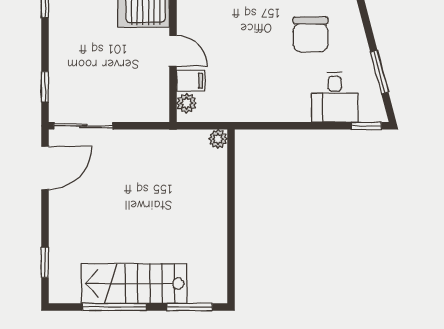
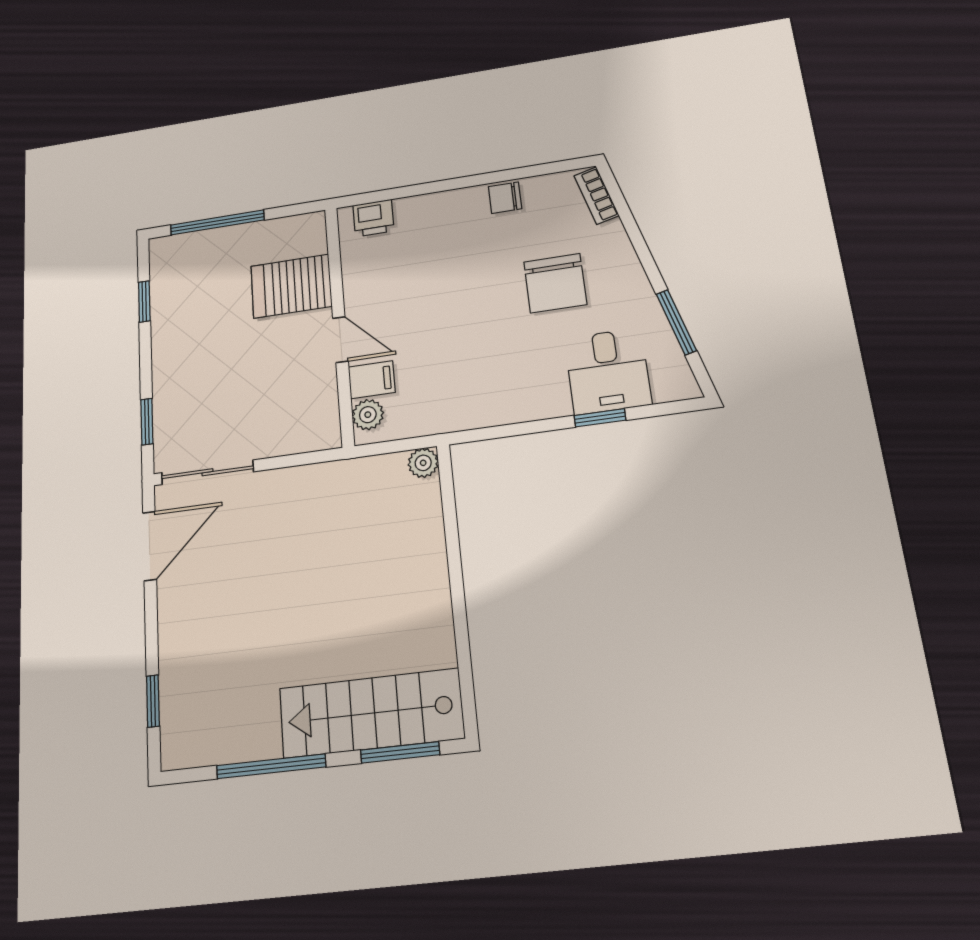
window: (366, 126) -> (600, 418), moved
stairs: (134, 284) -> (371, 713), moved

